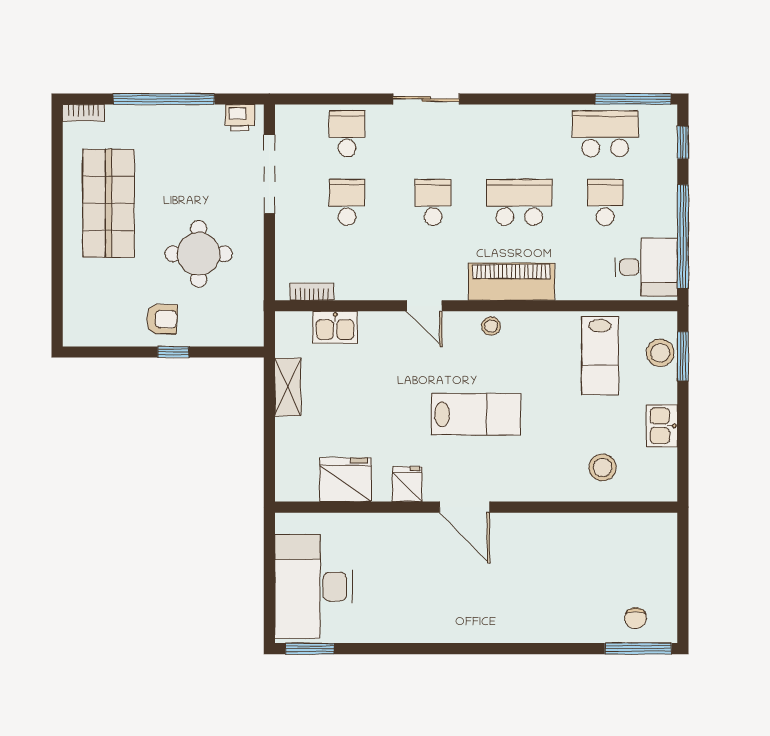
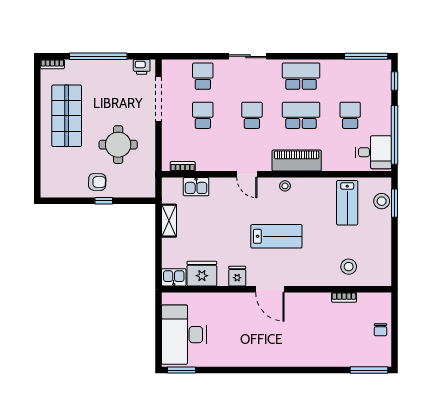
school desk: (605, 134) -> (301, 76), moved
kitchen sink: (662, 426) -> (174, 277), moved, turned 90
bookcase: (594, 521) -> (344, 297), added
chair: (636, 618) -> (380, 330), moved

